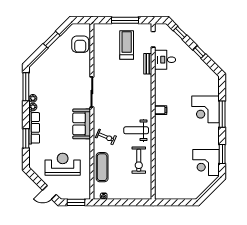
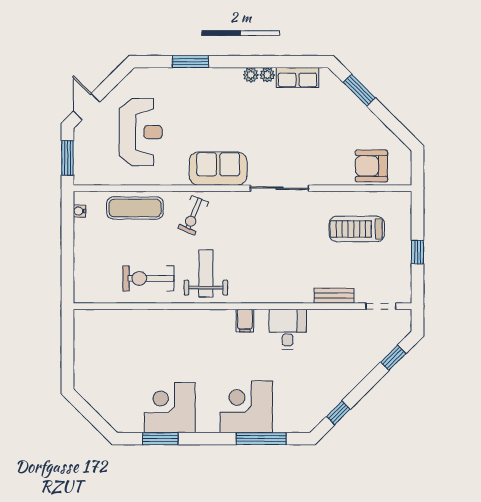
window: (125, 20) -> (417, 252), width x0.46
window: (52, 40) -> (359, 90), moved
treadmill: (127, 45) -> (357, 229), moved, turned 180
window: (199, 52) -> (338, 413), moved
desk: (165, 60) -> (288, 329), moved
window: (26, 87) -> (290, 62), removed
window: (222, 114) -> (261, 439), moved
row of seats: (34, 128) -> (298, 77), moved, width x0.68
corner desk: (206, 162) -> (170, 408), moved

